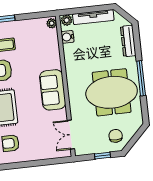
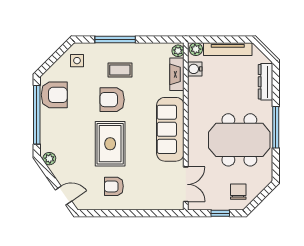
fireplace: (53, 43) -> (177, 74), added
sofa: (53, 90) -> (170, 129), width x1.36
double door: (71, 135) -> (186, 184), swing flipped

